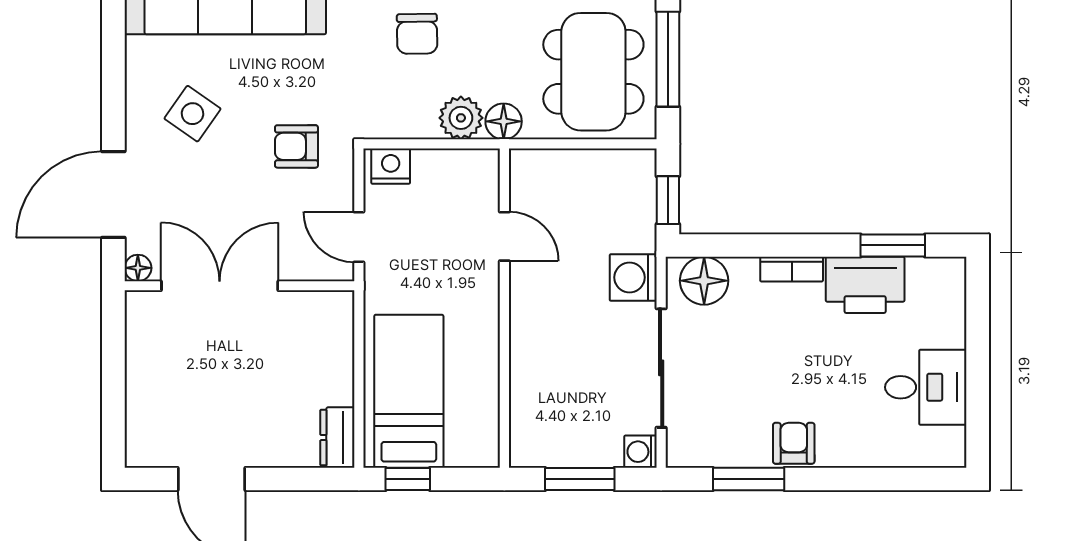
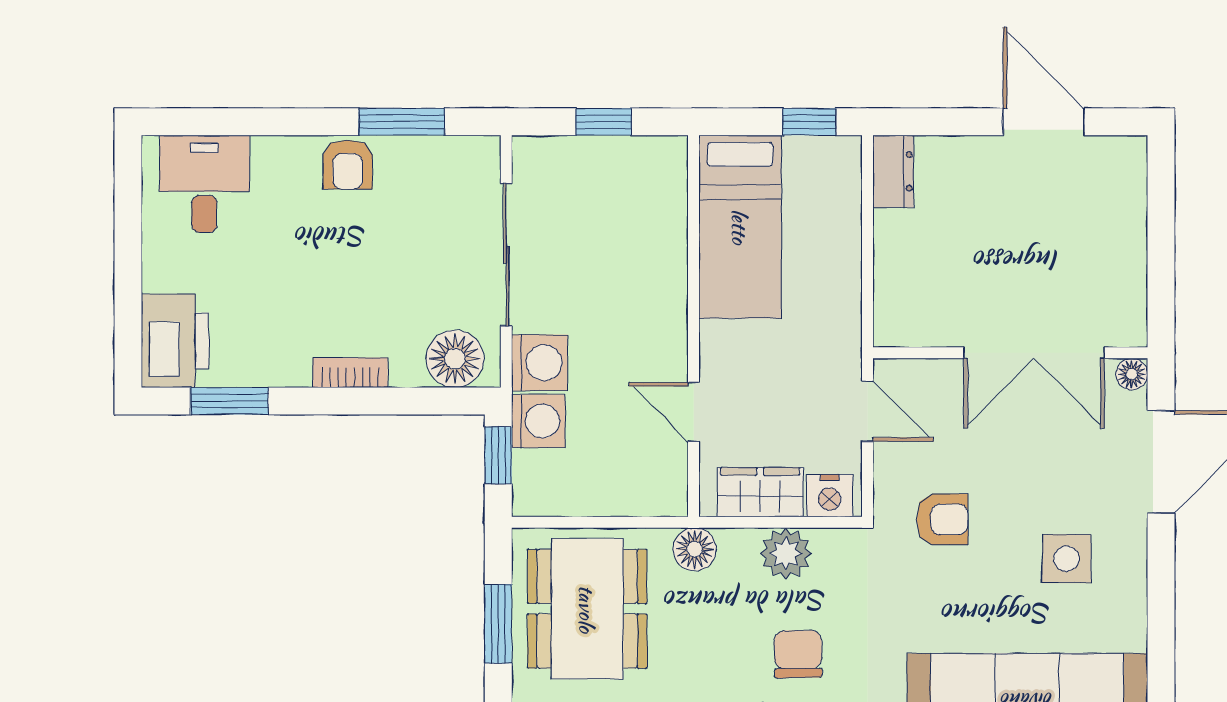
window: (668, 59) -> (498, 624), width x0.69
side table: (192, 114) -> (1066, 559), turned -35
plant: (461, 118) -> (786, 554), moved
wardrobe: (449, 169) -> (760, 492), added
printer: (865, 285) -> (175, 341), moved, turned 90
desk: (926, 387) -> (204, 184), moved, turned 90
bed: (409, 391) -> (740, 227), moved
washing machine: (640, 452) -> (538, 421), moved, width x1.38, depth x1.38
window: (580, 479) -> (603, 122), width x0.67

